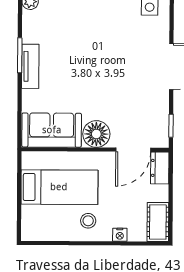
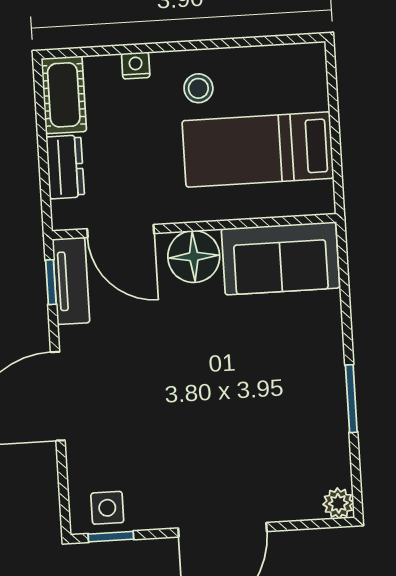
tv unit: (30, 66) -> (71, 281), moved, turned 180
door: (133, 150) -> (121, 231), swing flipped
dresser: (160, 168) -> (65, 167), moved

